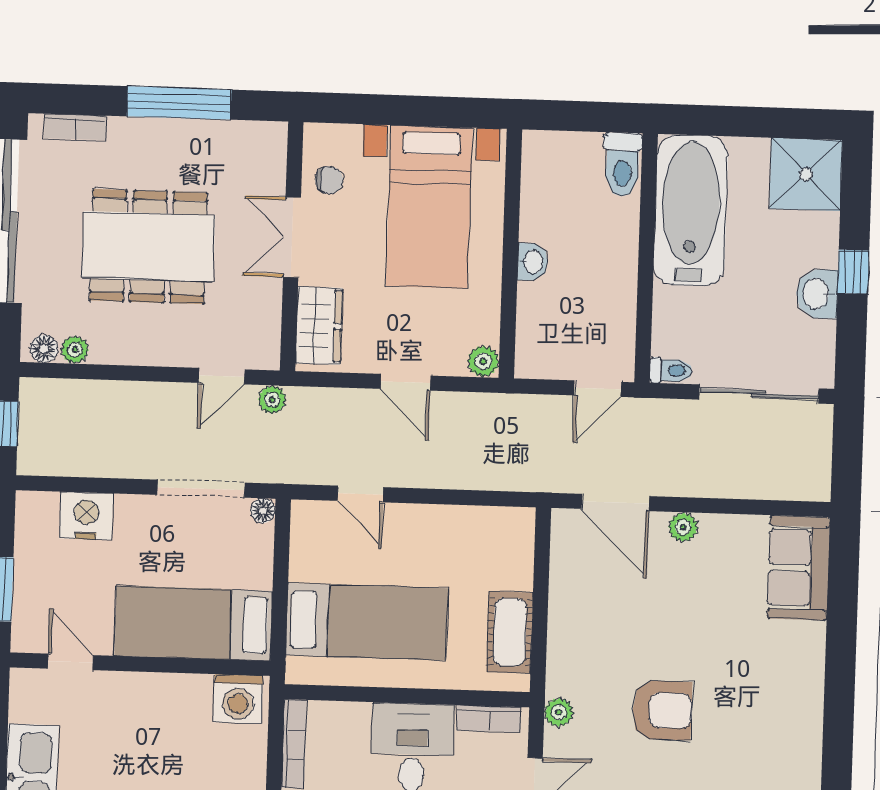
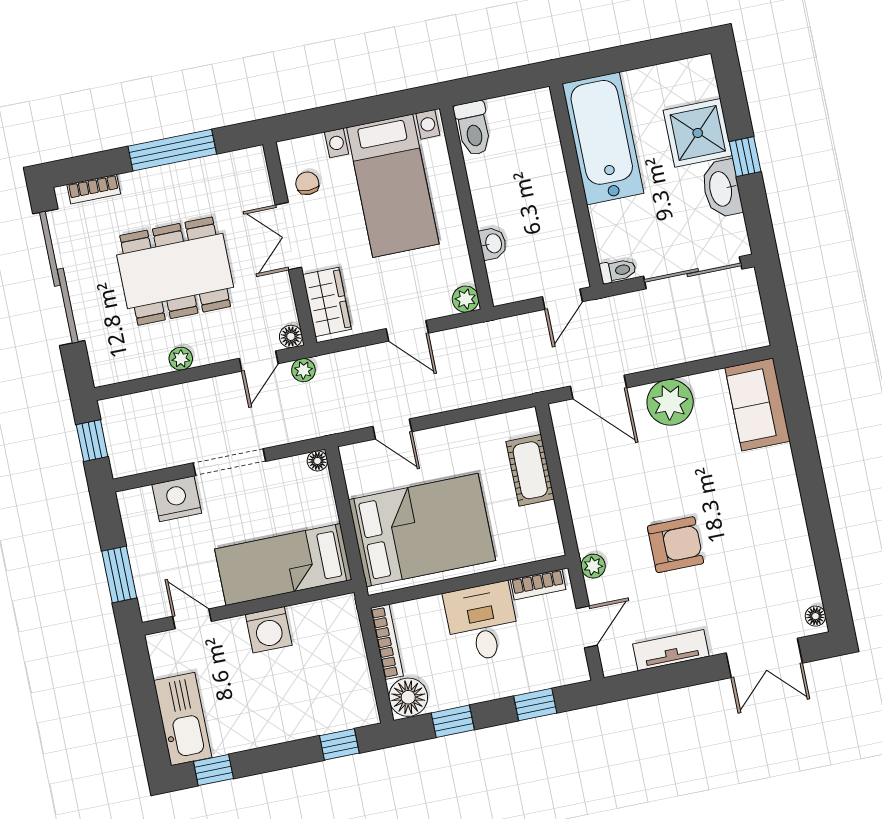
toilet: (622, 165) -> (473, 128), moved
shower: (806, 174) -> (698, 133), moved
chair: (329, 180) -> (307, 183), turned -90
washbasin: (533, 262) -> (493, 244), moved
washbasin: (817, 294) -> (722, 189), width x1.38
floor lamp: (44, 349) -> (291, 336), moved
plant: (75, 350) -> (181, 359), moved
doorway: (201, 489) -> (229, 462), moved
plant: (683, 527) -> (670, 402), width x1.87, depth x1.87
bed: (367, 622) -> (422, 530), width x1.50
cot: (510, 632) -> (530, 470), moved
washing machine: (238, 699) -> (269, 630), moved

